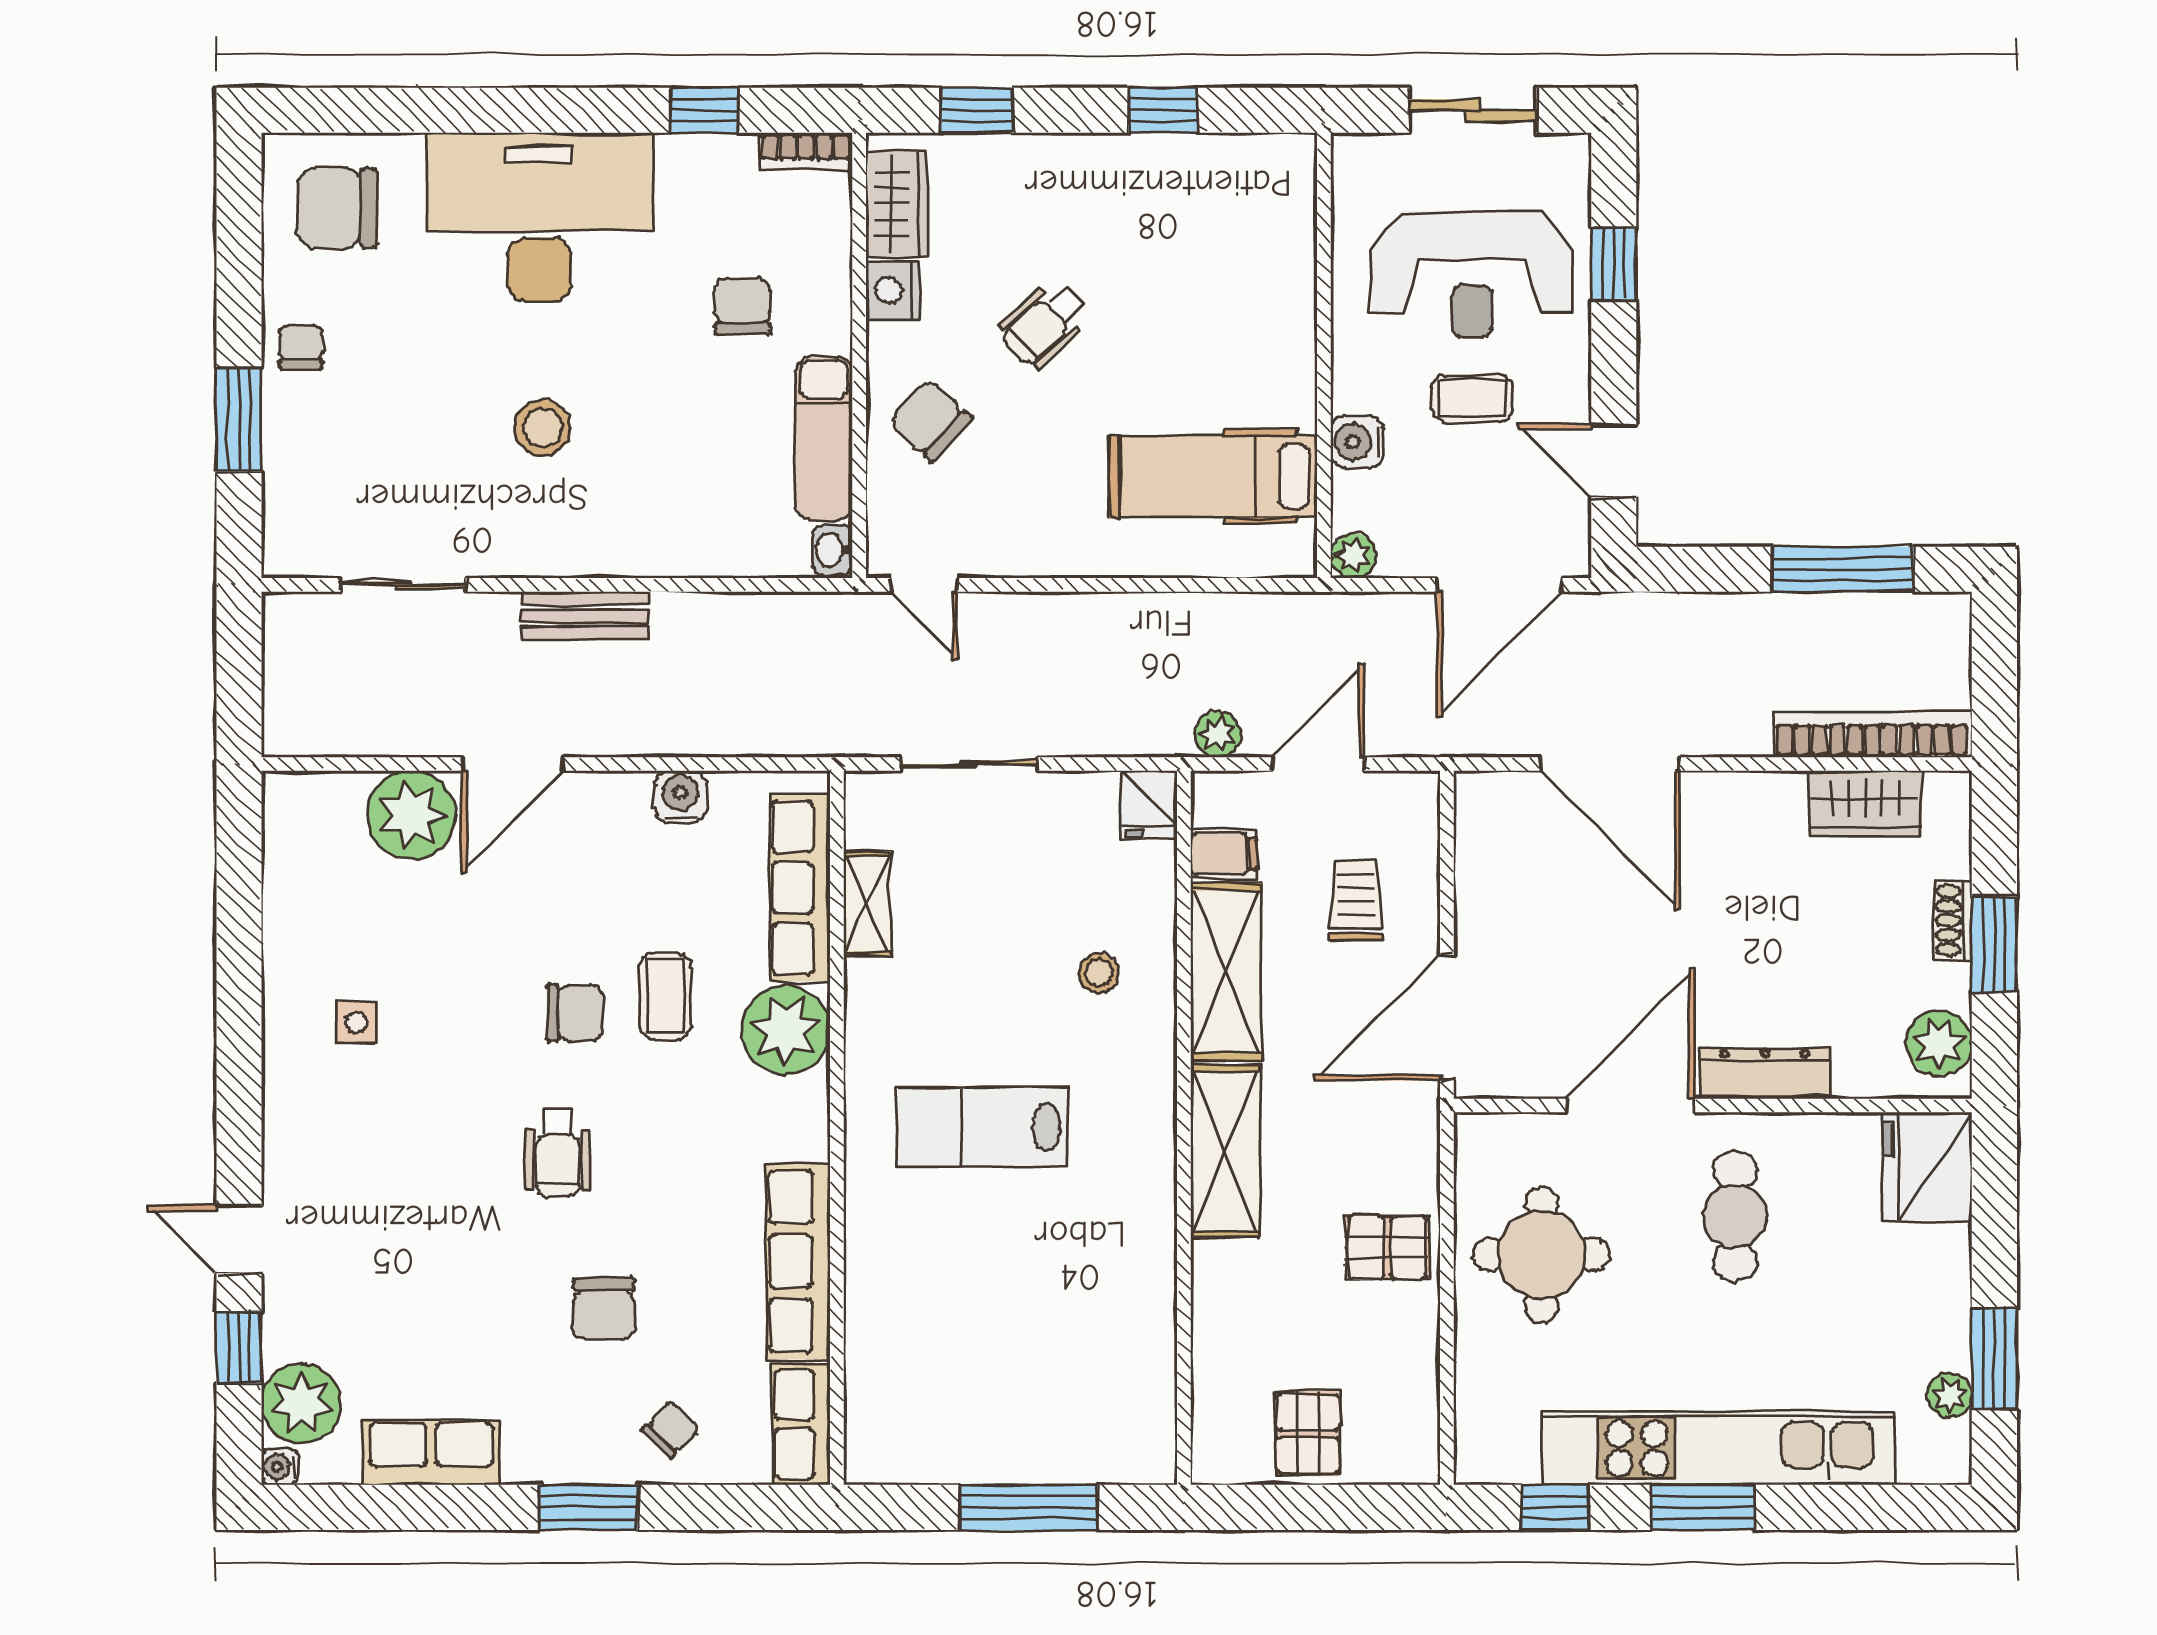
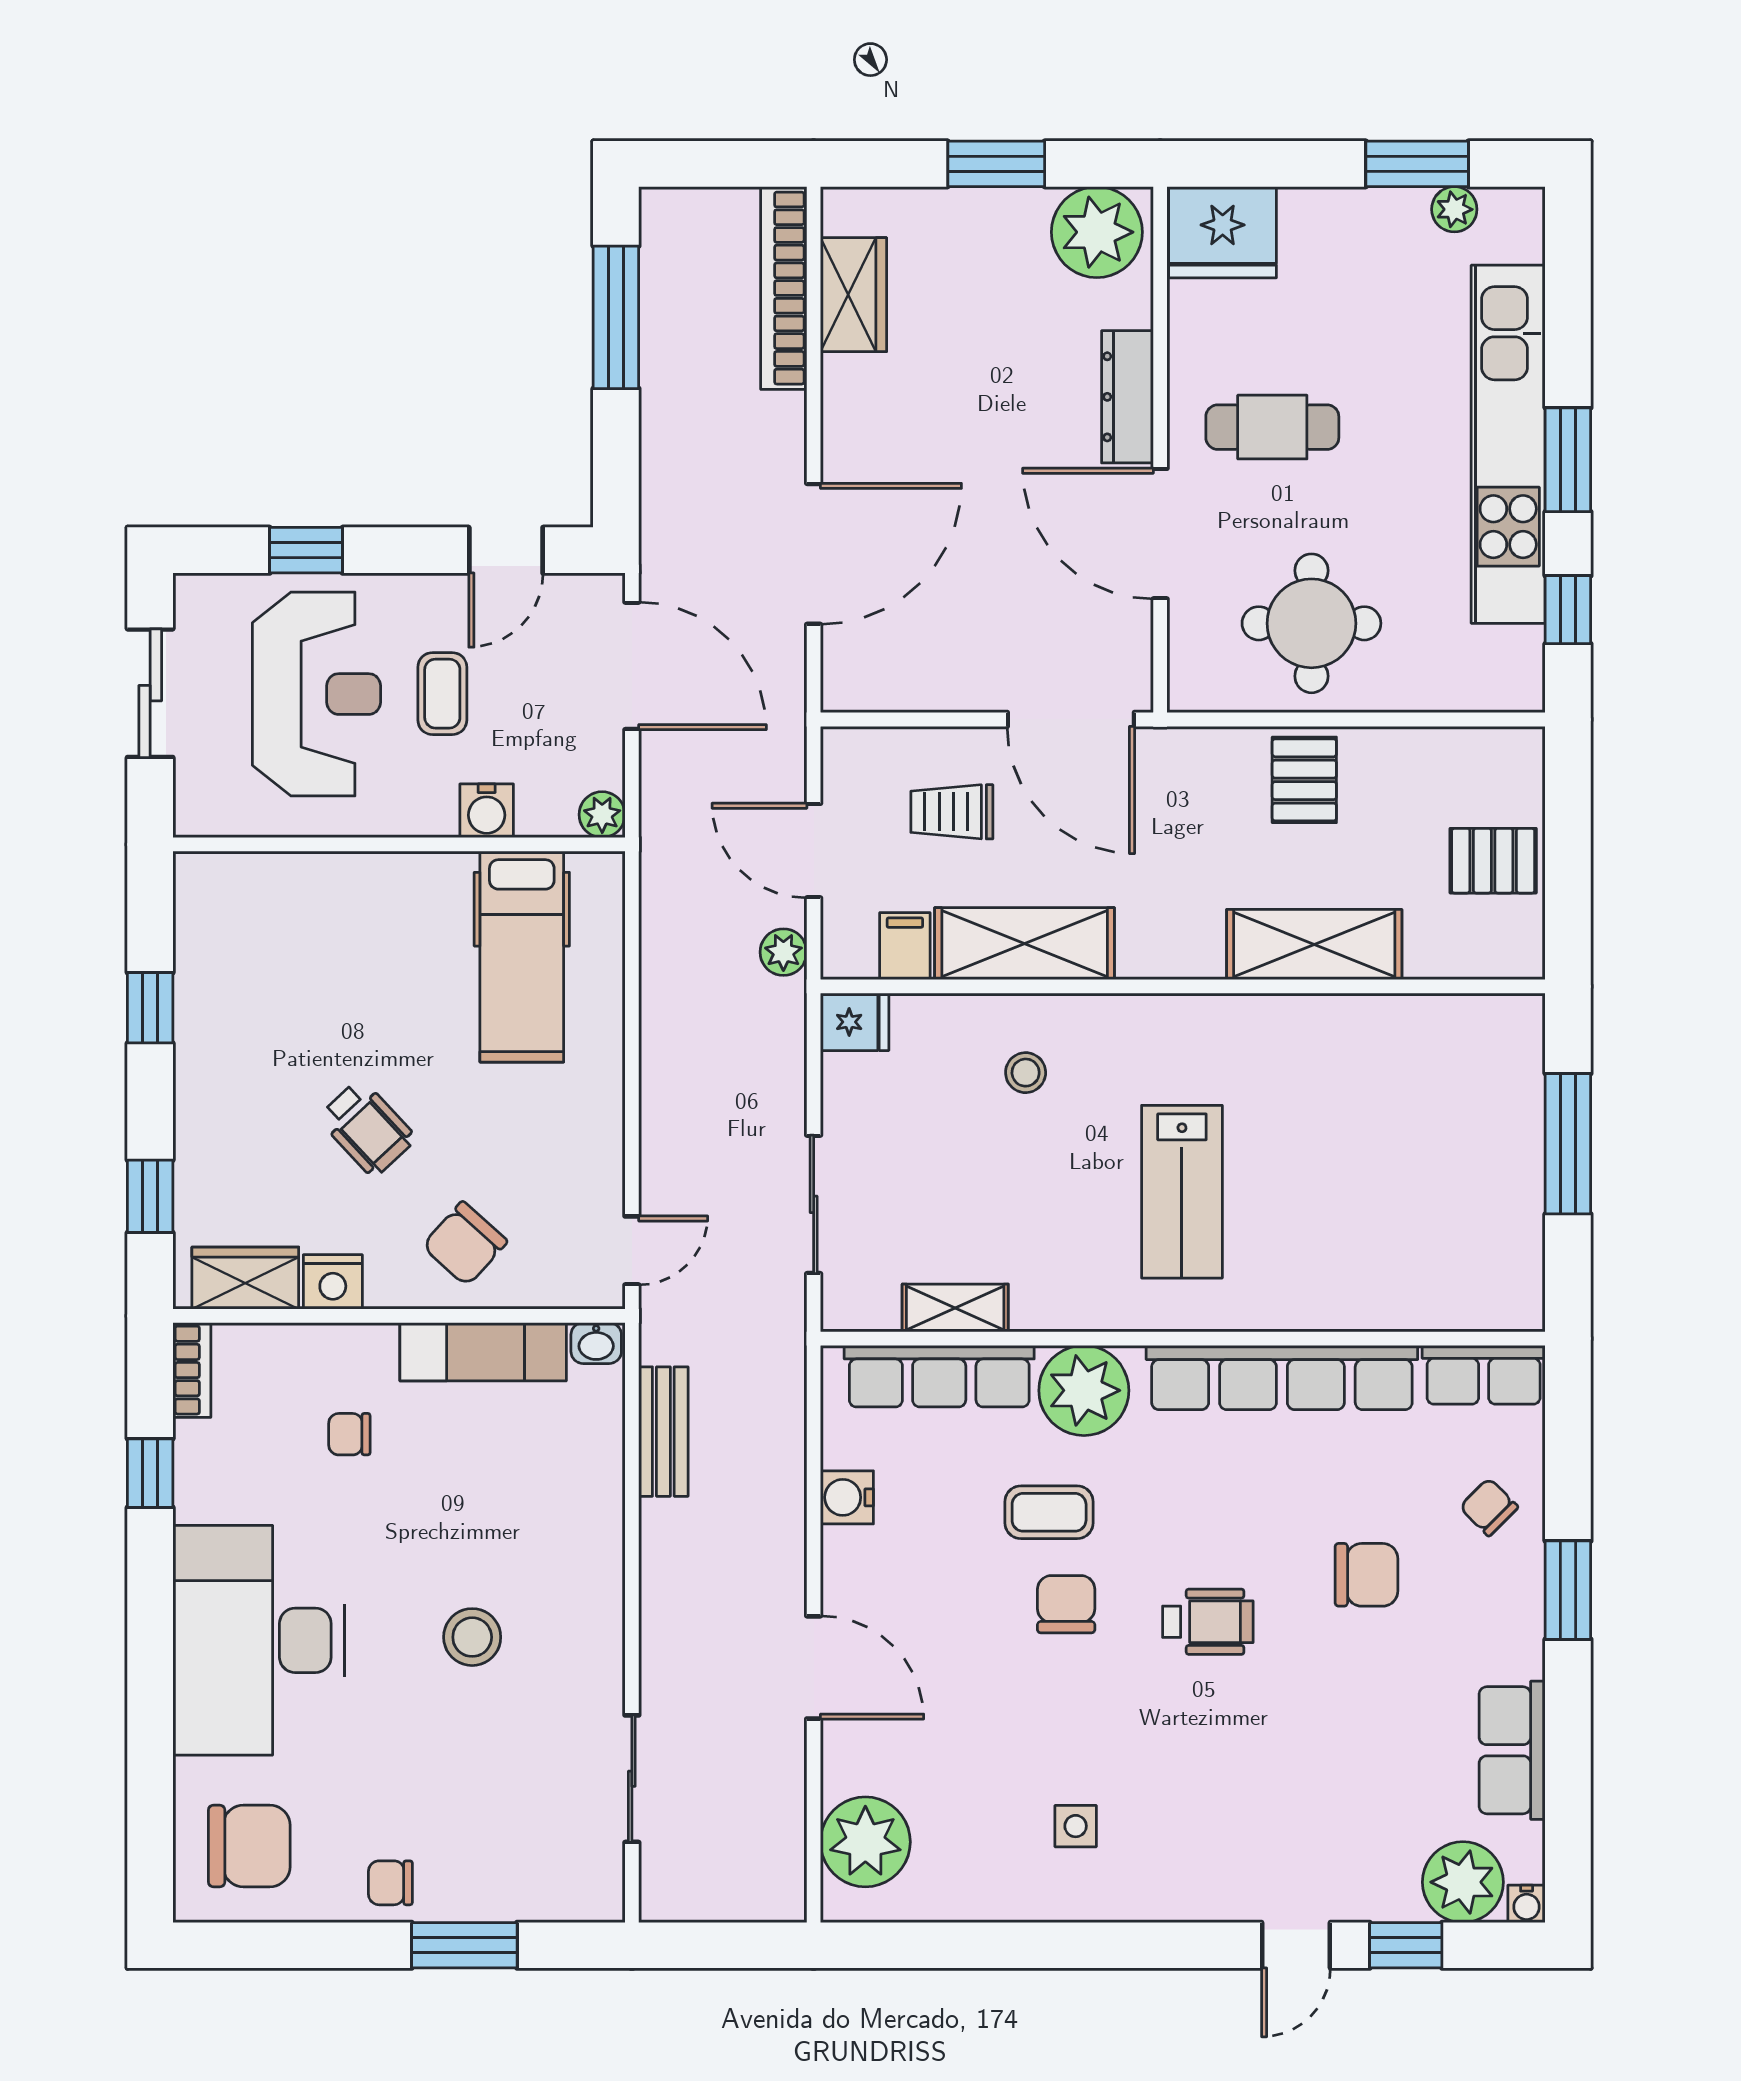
chair: (337, 208) -> (249, 1846), turned -90
chair: (743, 307) -> (349, 1434), width x0.73, depth x0.73
bench: (585, 616) -> (663, 1432), moved
plant: (411, 815) -> (865, 1842), moved
shoe rack: (1953, 920) -> (972, 206), removed
plant: (1939, 1043) -> (1097, 232), width x1.36, depth x1.36
shelving: (1225, 1151) -> (1314, 945), moved
row of seats: (798, 1261) -> (1282, 1378), width x1.36

